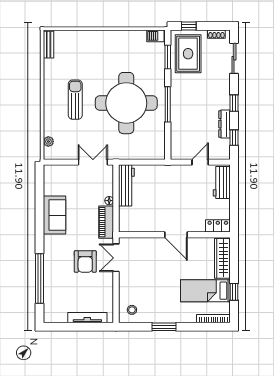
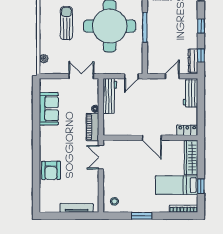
dresser: (225, 124) -> (193, 61), moved
door: (152, 162) -> (132, 76), added
sofa: (54, 215) -> (49, 109), moved
armchair: (85, 261) -> (51, 170), moved
window: (39, 278) -> (36, 175), removed

